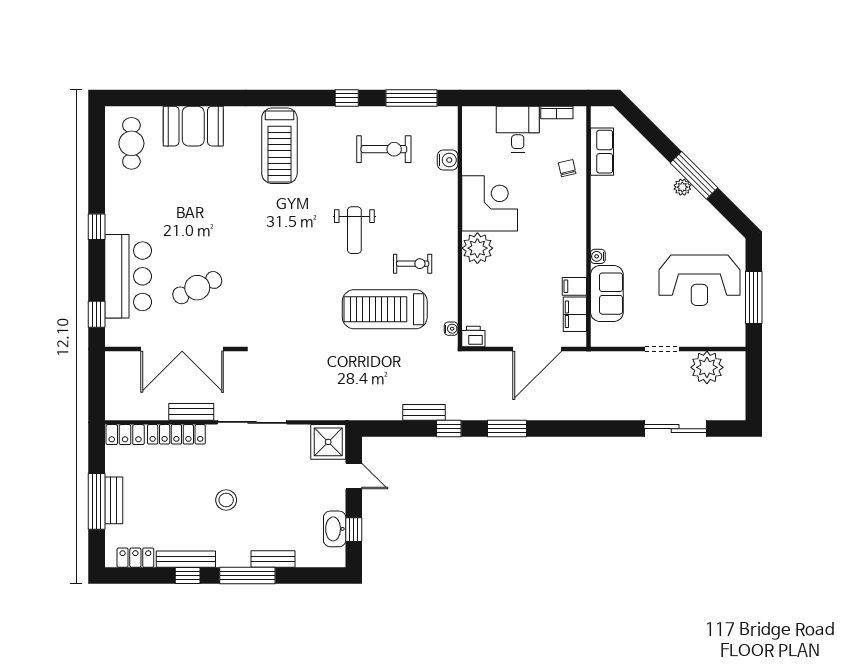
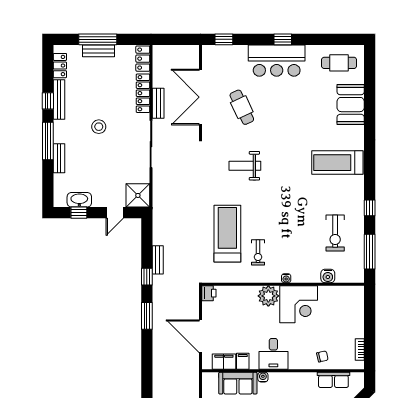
desk: (518, 129) -> (273, 354), moved, turned 90
weight bench: (354, 230) -> (245, 166), moved
bar counter: (128, 276) -> (277, 61), moved
water cooler: (451, 329) -> (286, 278), moved

